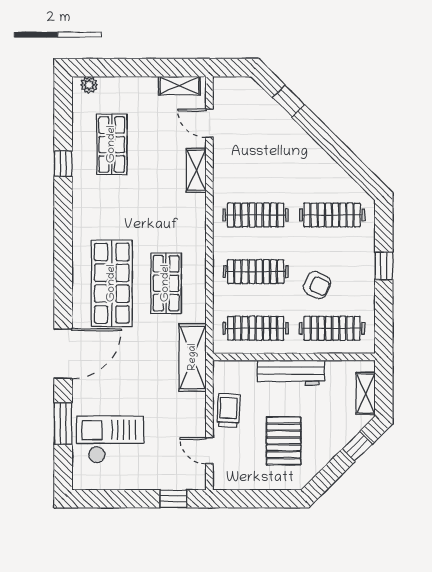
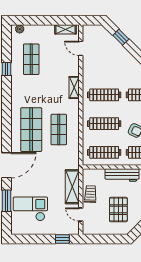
shelving: (196, 170) -> (74, 87), moved
shelving: (193, 357) -> (72, 187), moved

